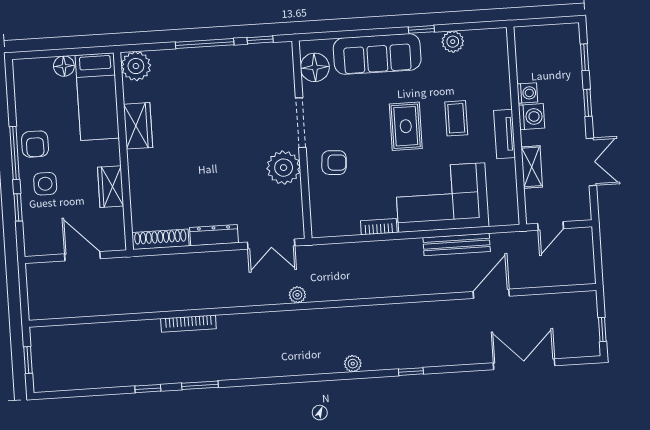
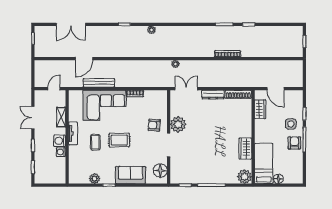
sofa: (377, 54) -> (131, 175), width x0.73
rug: (406, 126) -> (119, 140), turned 90
wardrobe: (111, 187) -> (260, 109), moved

